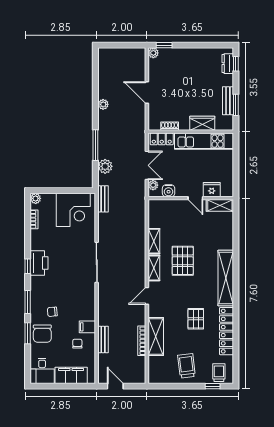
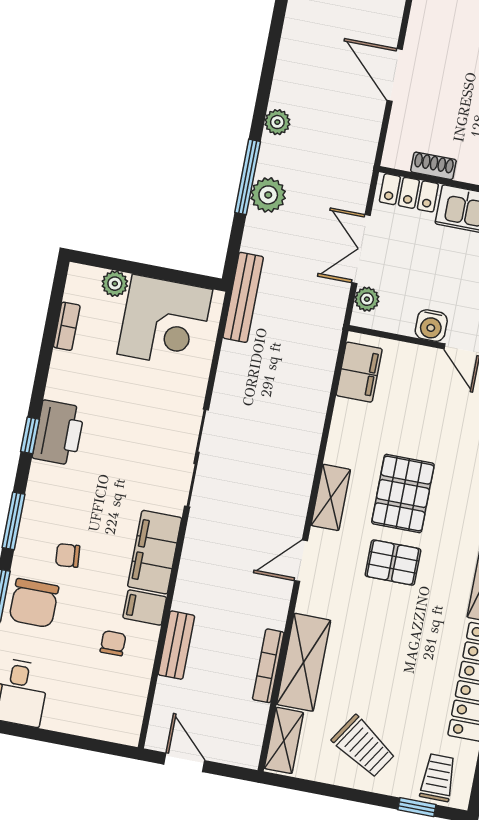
plant: (103, 104) -> (277, 122), moved
double door: (147, 165) -> (361, 249), swing flipped
plant: (105, 166) -> (268, 195), moved
water cooler: (169, 191) -> (431, 326), moved
plant: (36, 198) -> (115, 284), moved
bench: (103, 199) -> (243, 297), width x1.36
filing cabinet: (156, 215) -> (359, 372), added
shelving: (154, 241) -> (284, 740), moved
pallet: (196, 319) -> (393, 563), moved, turned 90
trolley: (186, 366) -> (364, 746), turned 130
filing cabinet: (71, 375) -> (155, 552), moved, turned -90

